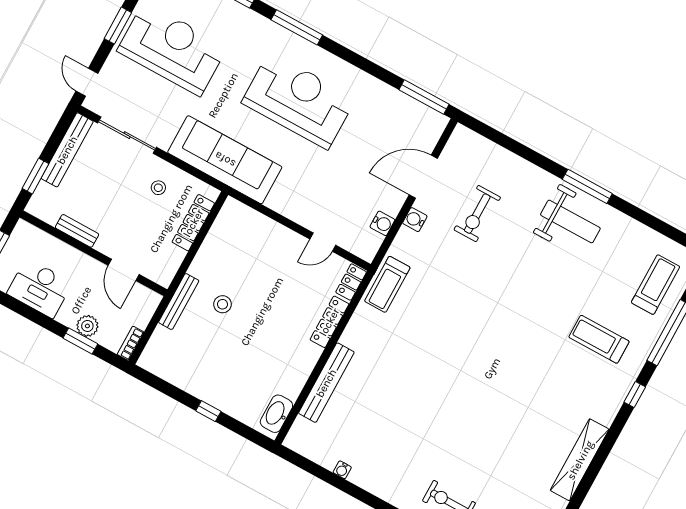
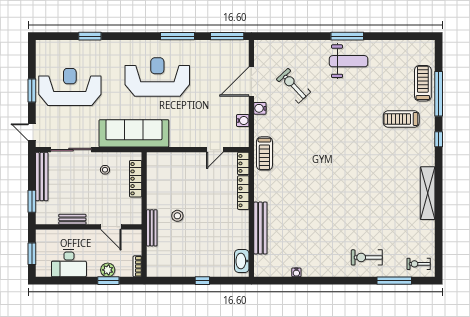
window: (297, 27) -> (177, 36), moved
exercise bike: (477, 214) -> (293, 86), turned 137
treadmill: (655, 285) -> (423, 83), moved

